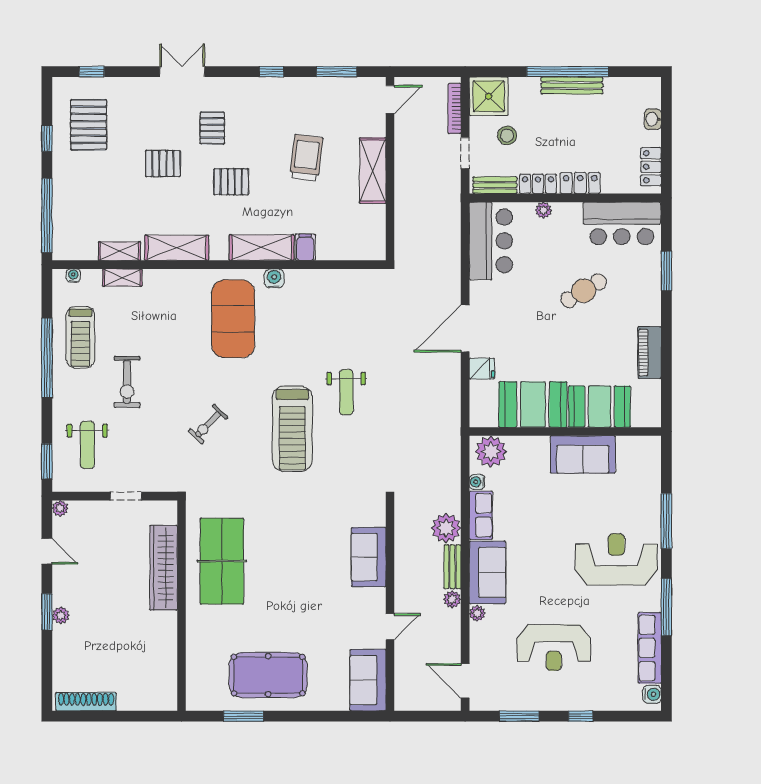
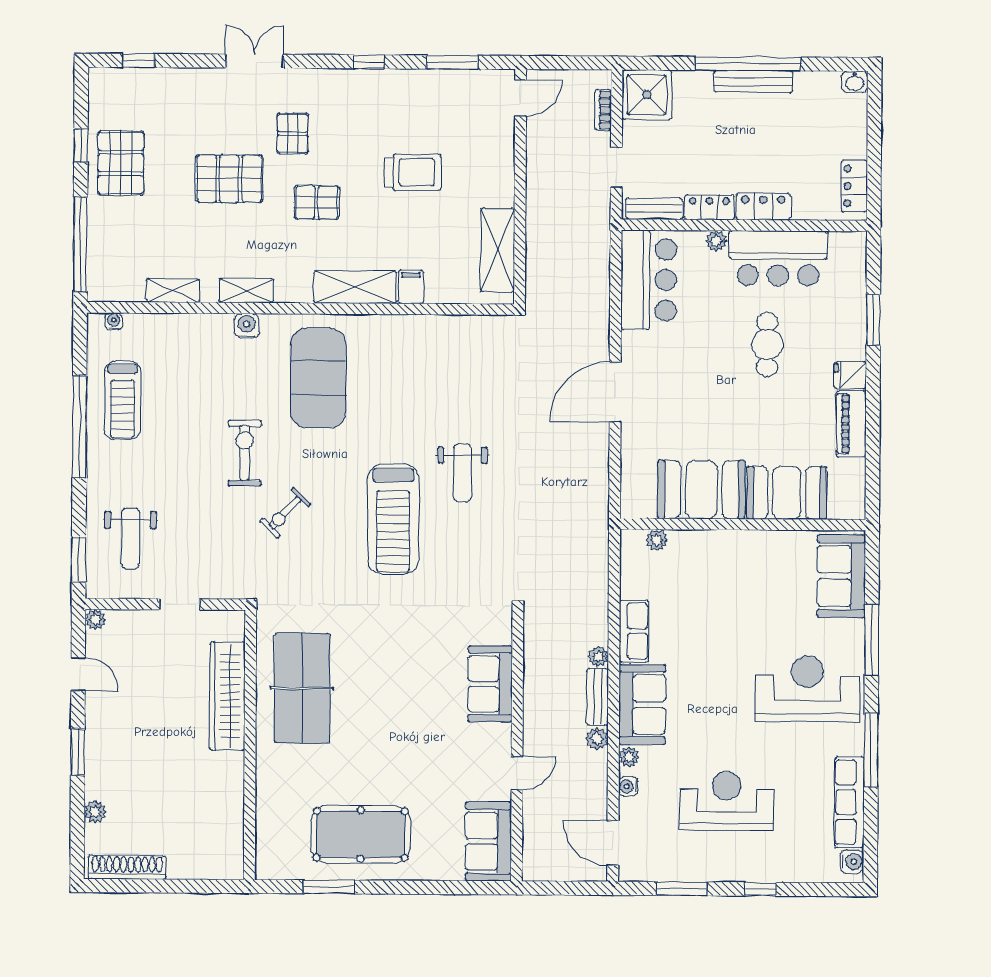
bookcase: (455, 108) -> (603, 110), width x0.64
washbasin: (653, 119) -> (855, 82), moved, turned -90
pallet: (89, 125) -> (121, 163), moved
stool: (507, 135) -> (670, 145), removed
trolley: (306, 158) -> (413, 172), turned 83
pallet: (163, 163) -> (229, 179), width x1.50, depth x1.42
shelving: (373, 171) -> (498, 250), moved
bar counter: (622, 223) -> (778, 258), moved
shelving: (177, 248) -> (246, 291), width x0.67, depth x0.75
shelving: (122, 278) -> (177, 324), removed
water cooler: (274, 278) -> (247, 326), moved
cafe table: (584, 291) -> (767, 344), turned -59
fridge: (482, 369) -> (850, 375), moved, turned 180
exercise bike: (127, 382) -> (245, 453), moved, turned 180
plant: (491, 451) -> (657, 540), width x0.53, depth x0.53
sofa: (583, 454) -> (841, 576), moved, turned 90
water cooler: (477, 482) -> (628, 786), moved
plant: (446, 528) -> (598, 656), width x0.53, depth x0.53
plant: (61, 615) -> (95, 812), moved
reception desk: (554, 647) -> (726, 801), turned 180

